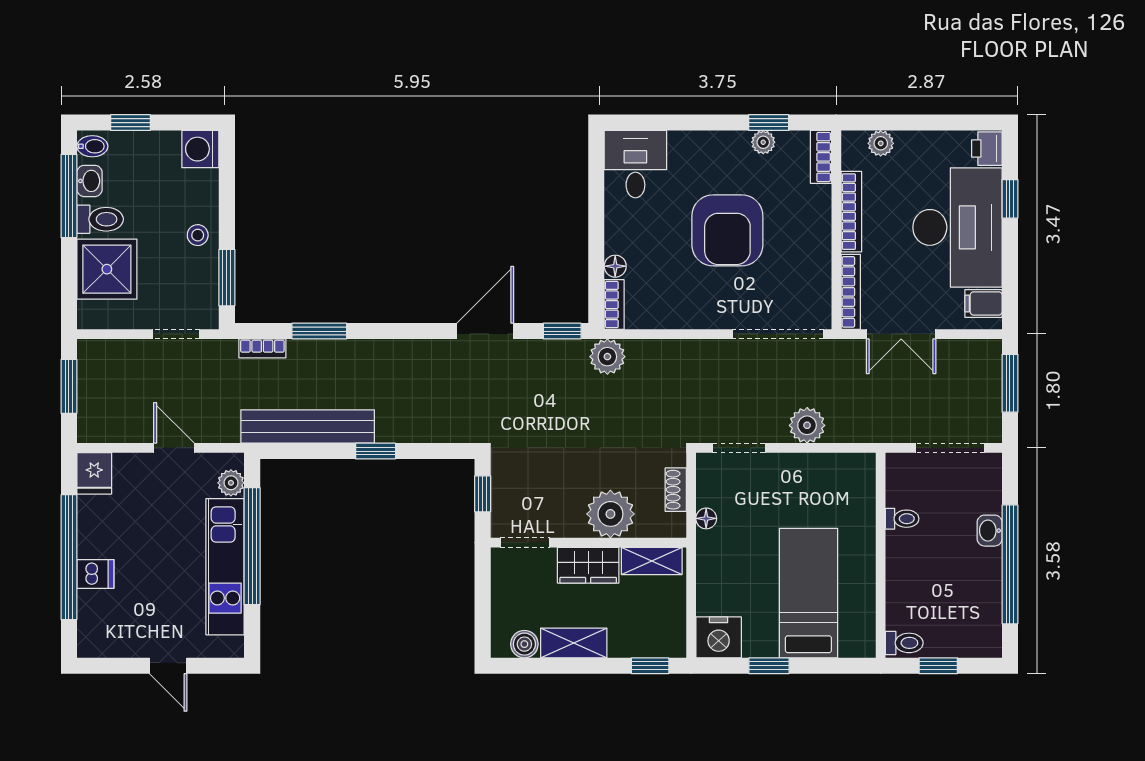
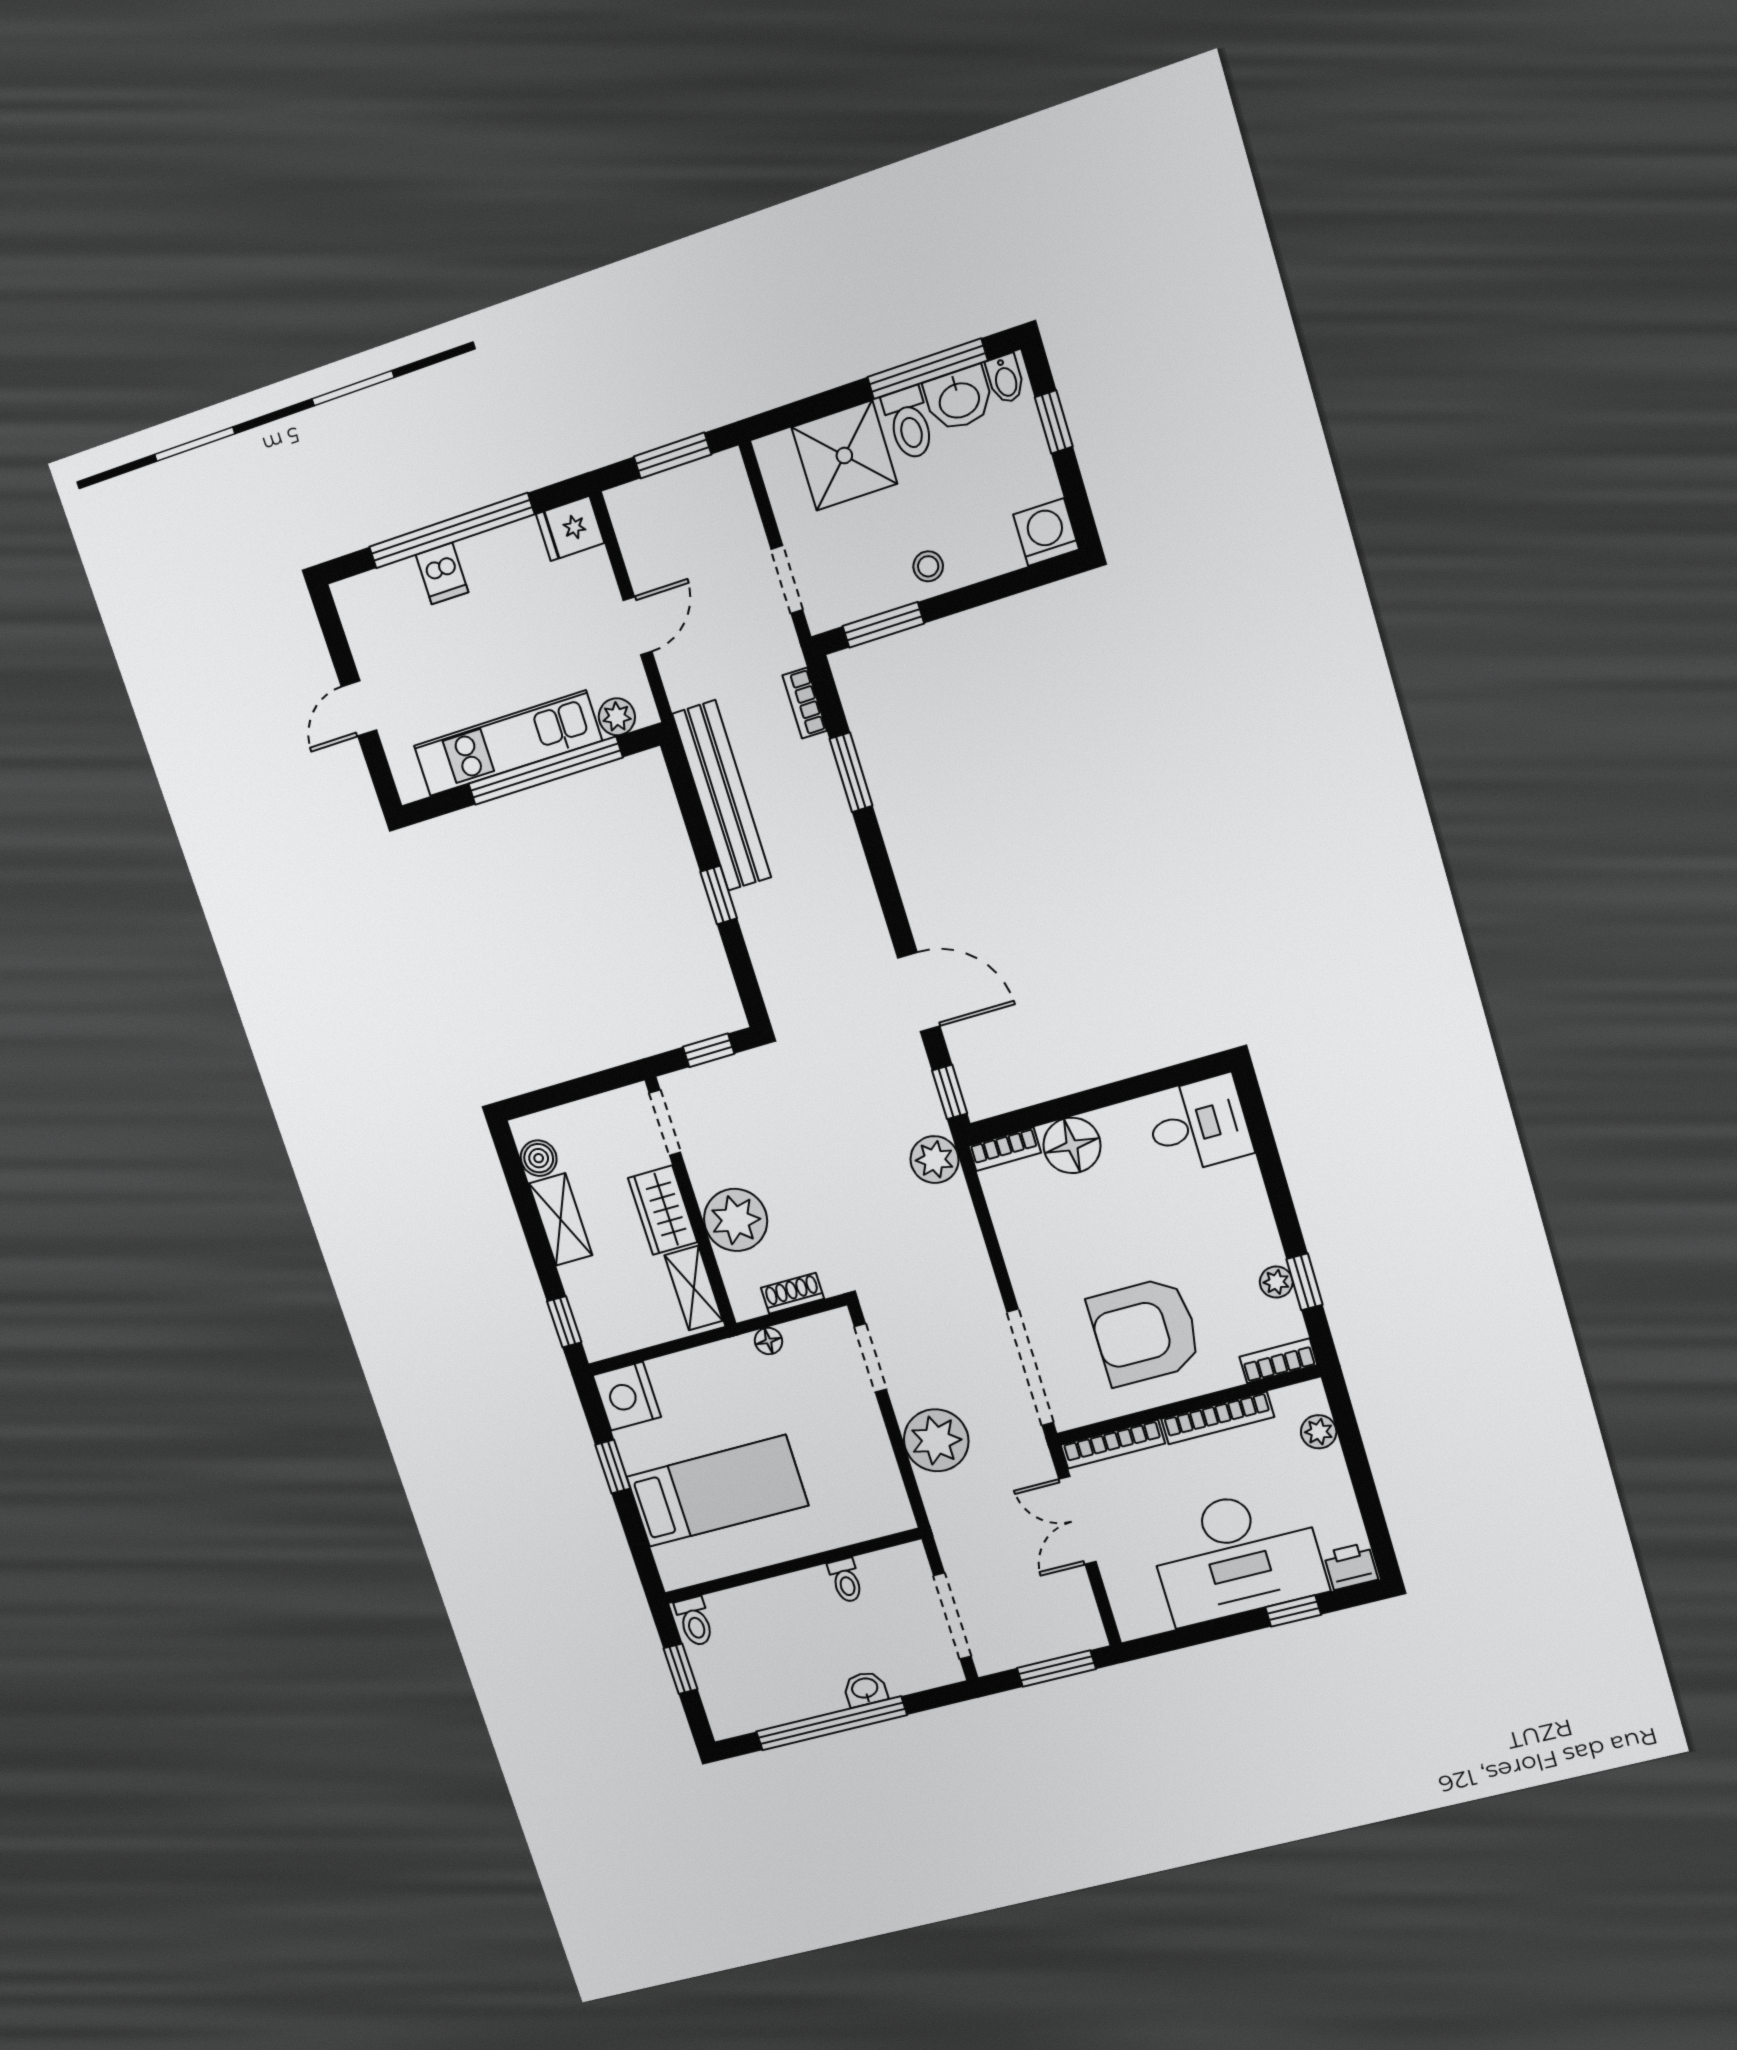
washbasin: (90, 181) -> (959, 399), width x1.38, depth x1.45
armchair: (727, 230) -> (1145, 1331), moved
floor lamp: (615, 266) -> (1072, 1145), width x1.89, depth x1.89
filing cabinet: (984, 303) -> (1148, 1612), removed
plant: (807, 425) -> (936, 1440), width x1.36, depth x1.36

